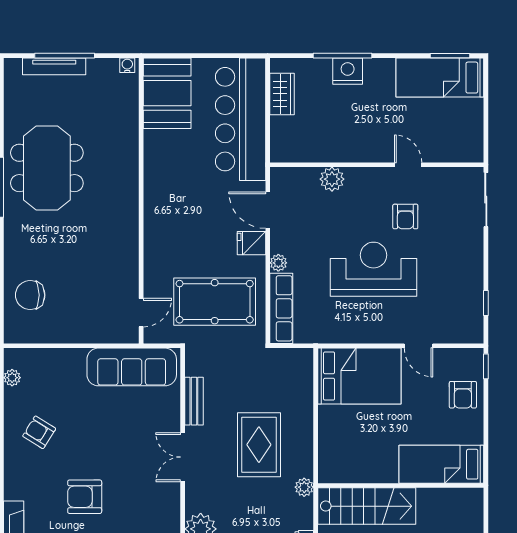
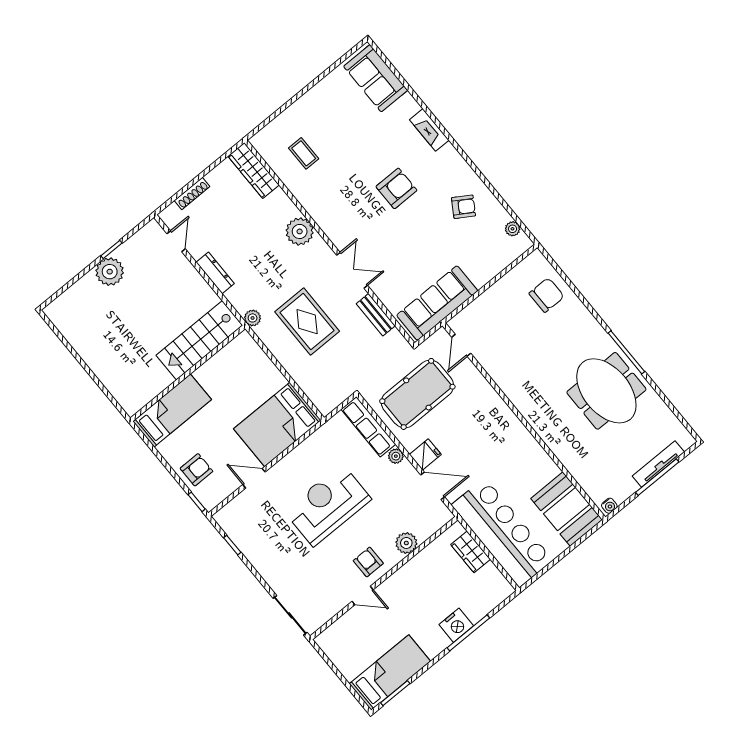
wardrobe: (282, 94) -> (471, 552), moved
armchair: (405, 217) -> (368, 562), moved
reception desk: (373, 269) -> (328, 505), turned 180
armchair: (463, 395) -> (196, 470), turned 90

